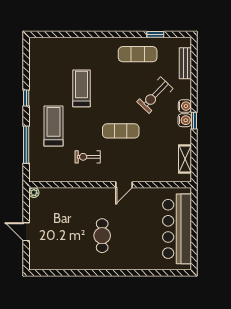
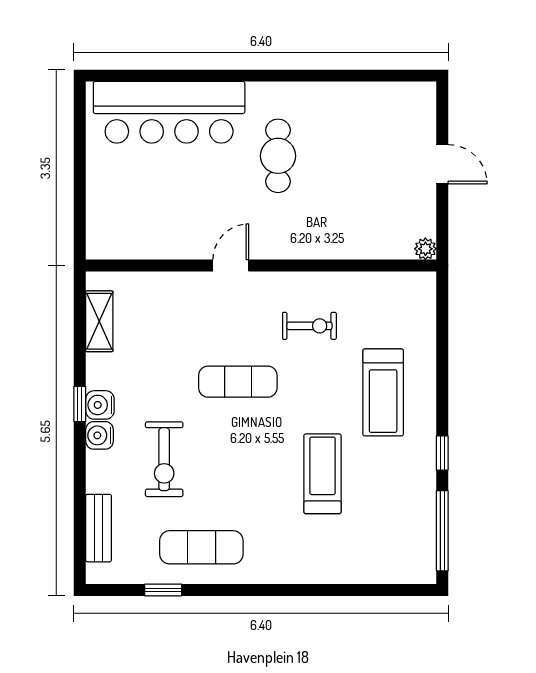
treadmill: (82, 88) -> (323, 474), turned 180
exercise bike: (155, 95) -> (164, 459), turned 136
window: (26, 145) -> (442, 531), moved
bar counter: (177, 229) -> (169, 112), moved, turned 90

